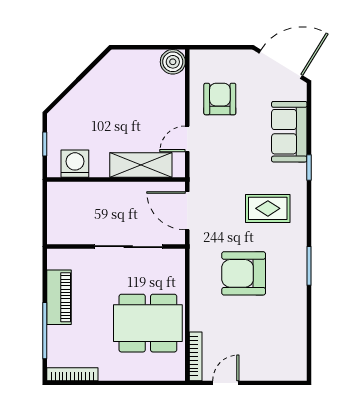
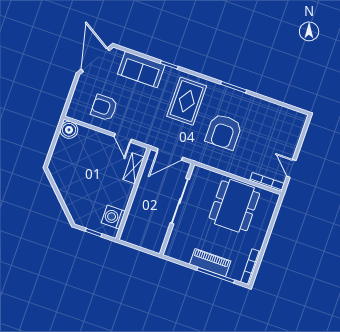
shelving: (141, 165) -> (134, 168), width x0.67, depth x0.75
rug: (268, 208) -> (187, 101), width x1.36, depth x1.43
piano: (59, 297) -> (210, 263), moved

